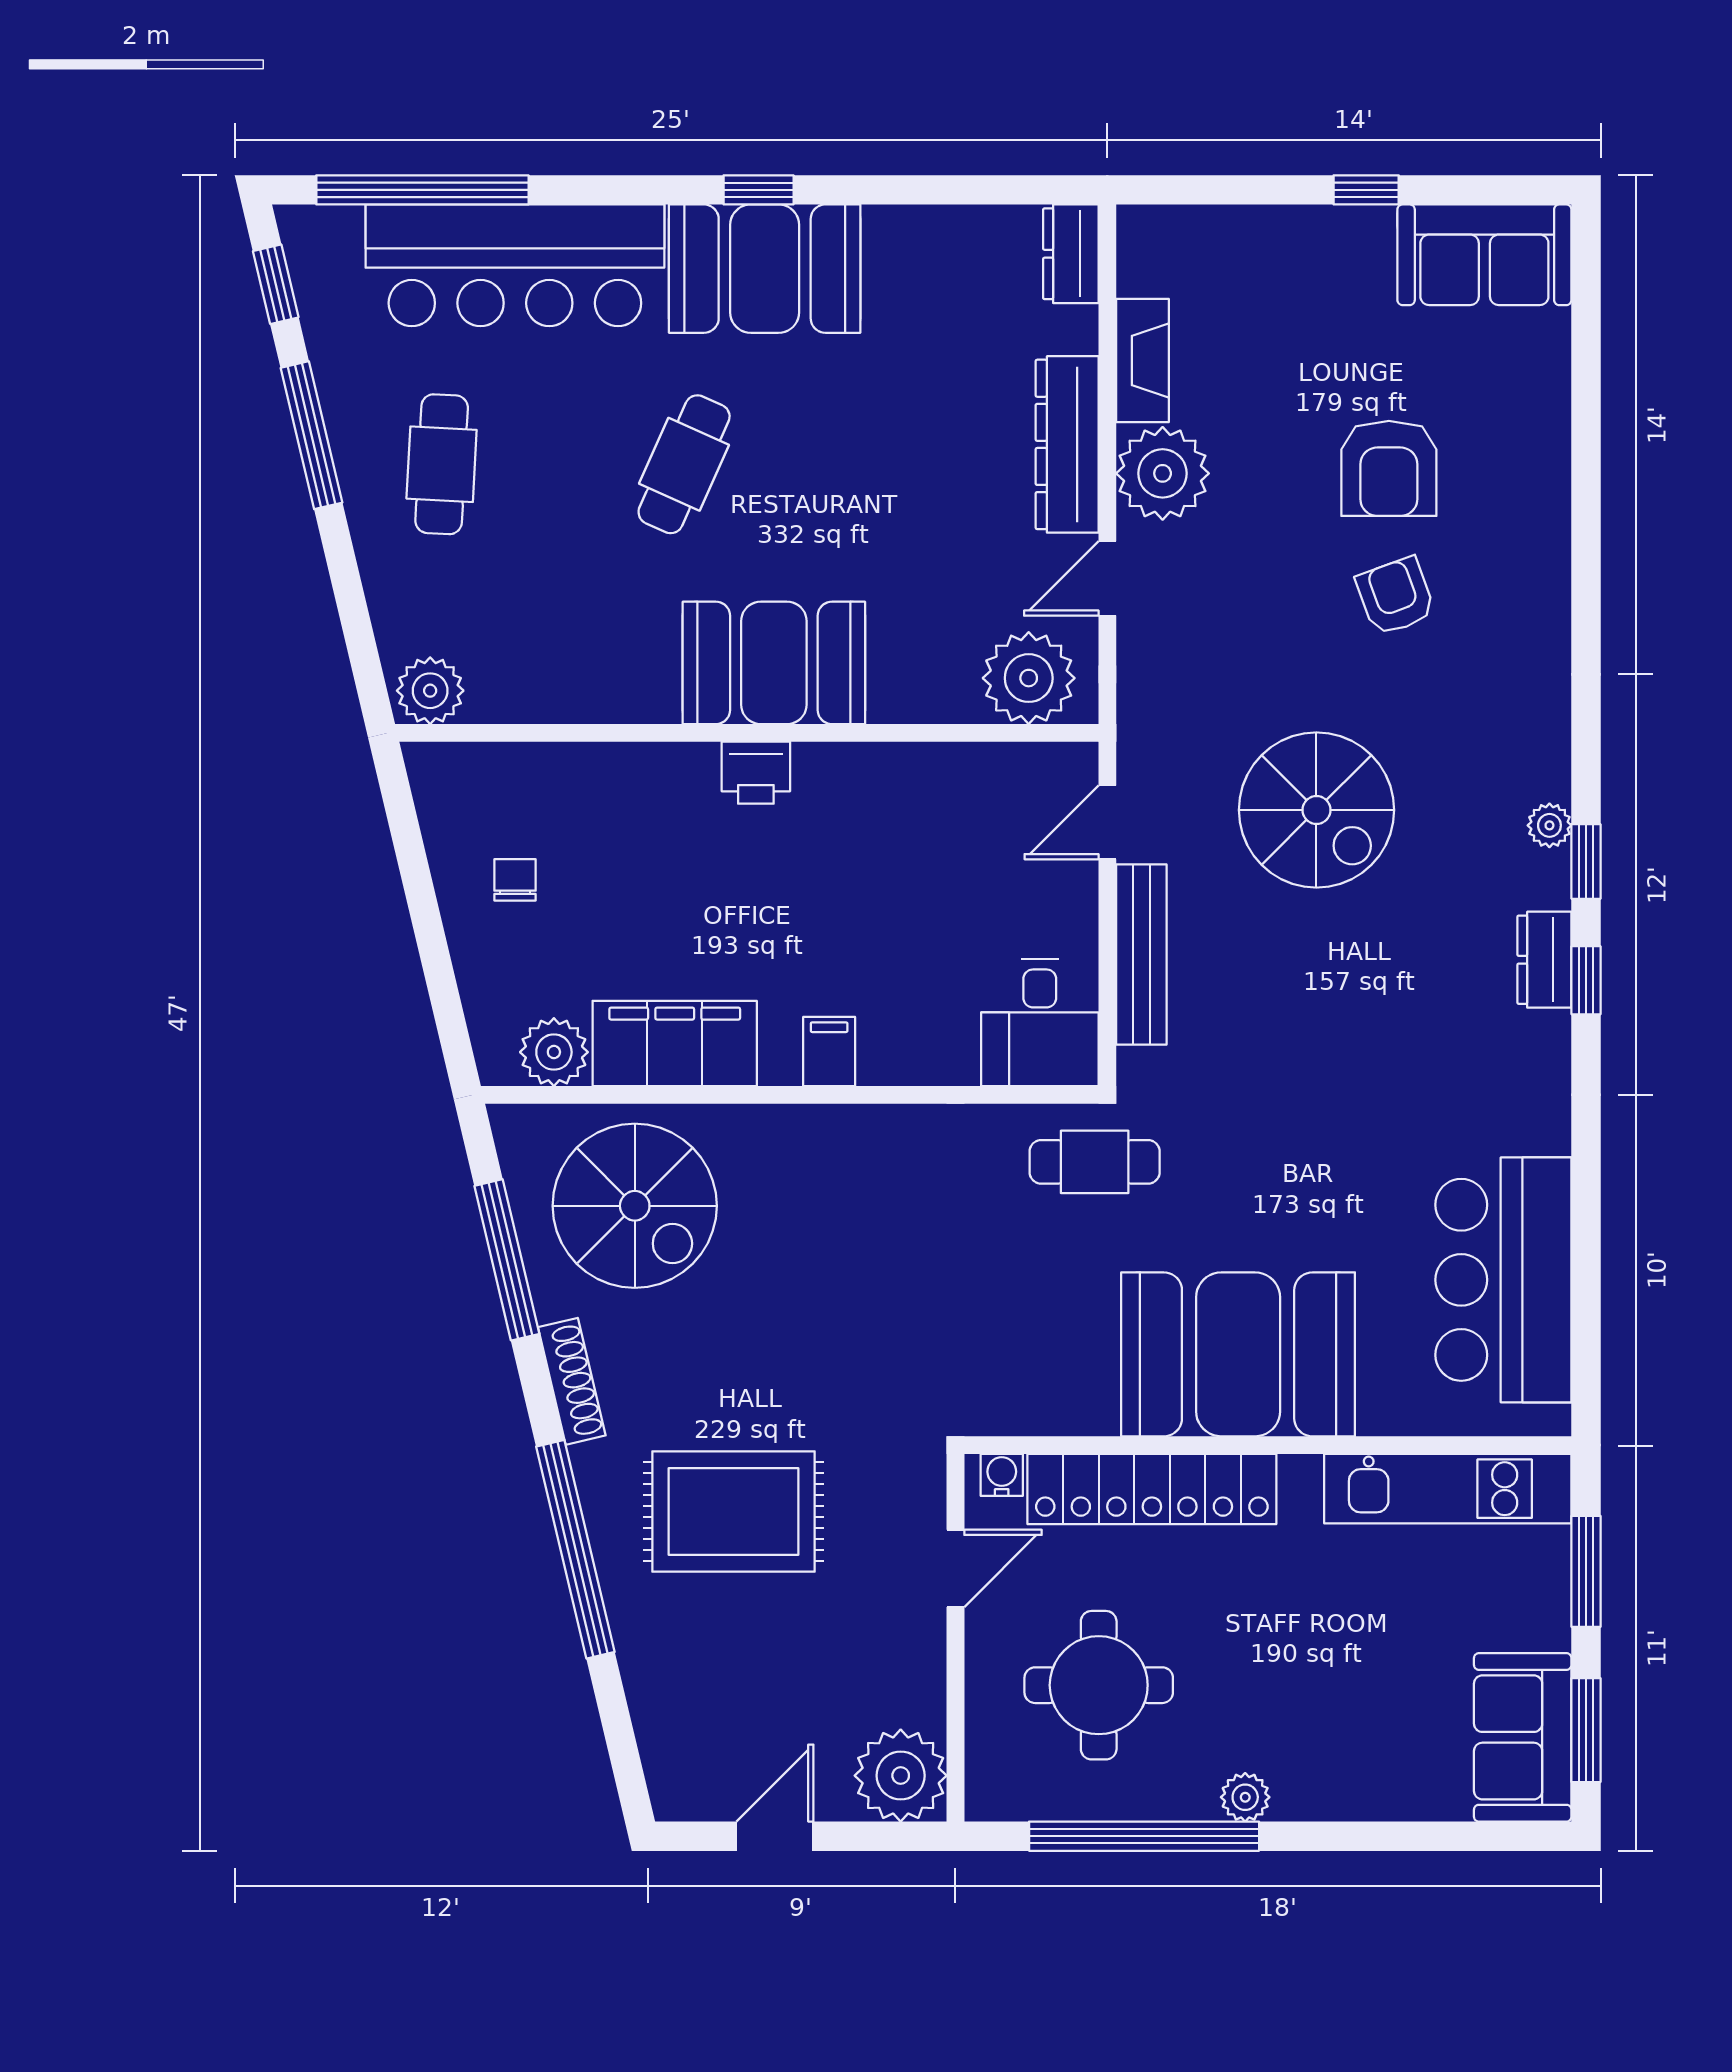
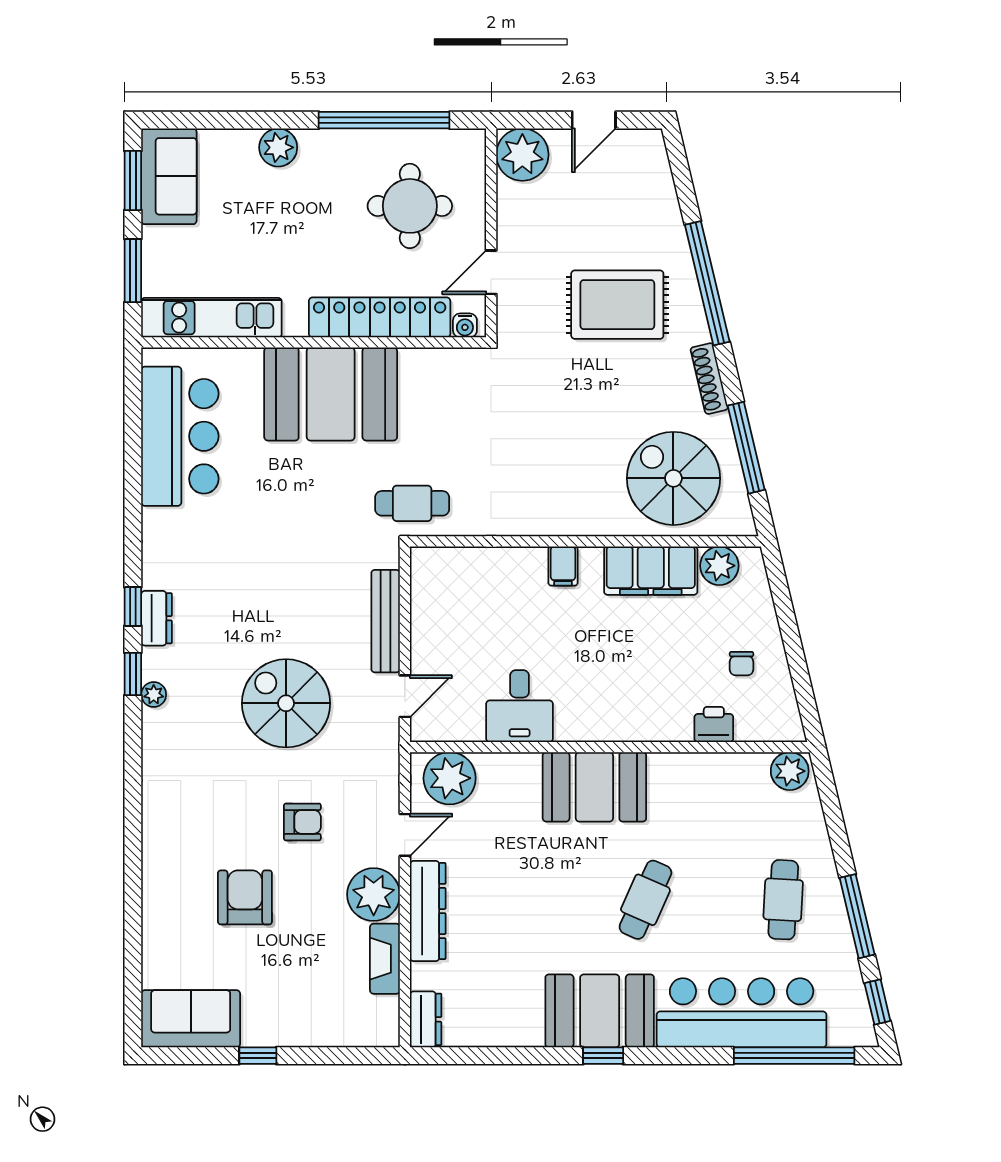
armchair: (1395, 596) -> (302, 822), moved, turned -70
printer: (756, 773) -> (714, 725), moved
desk: (1040, 1023) -> (520, 706), moved, turned 180
plant: (1245, 1797) -> (278, 147), moved, width x1.38, depth x1.38

